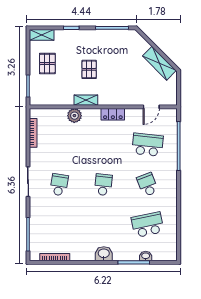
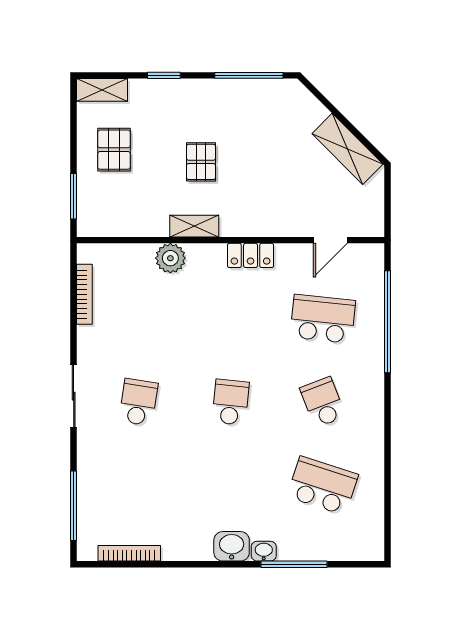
school desk: (147, 225) -> (323, 486), turned 30
washbasin: (146, 256) -> (264, 551), moved

